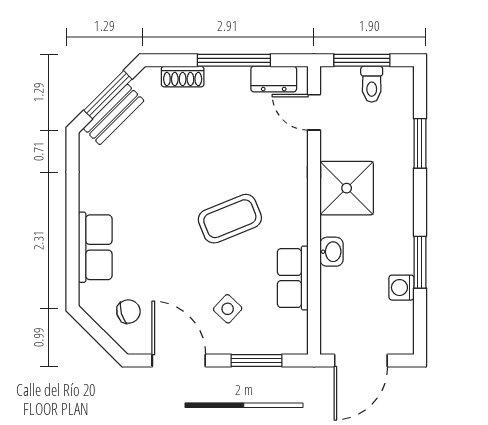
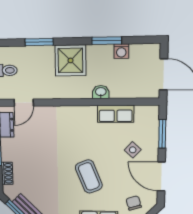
shower: (347, 188) -> (70, 60), moved
coffee table: (230, 219) -> (89, 176), moved
door: (179, 361) -> (161, 176), hinge flipped

